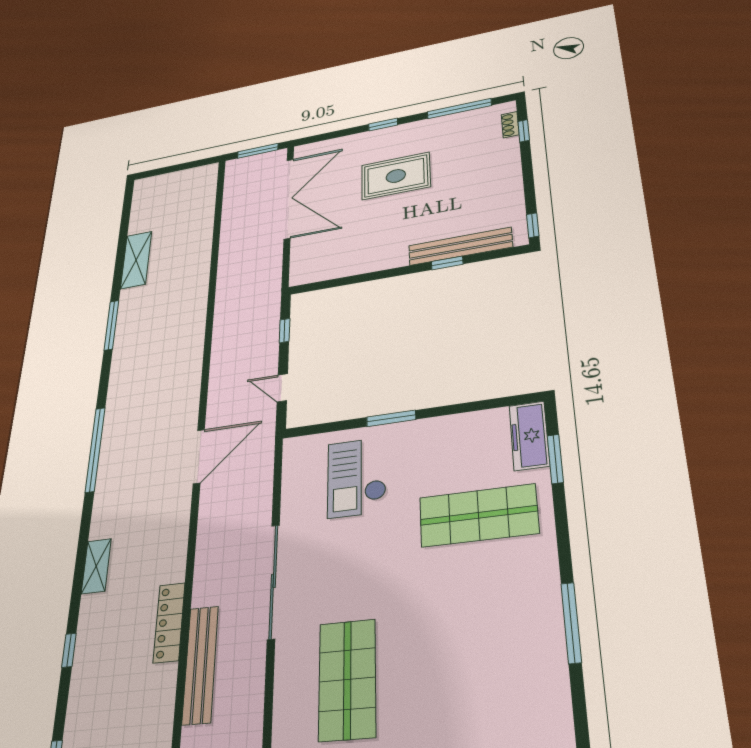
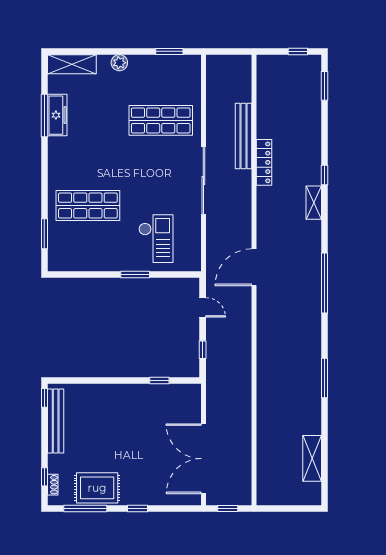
window: (258, 151) -> (228, 509), width x0.67
rug: (396, 176) -> (97, 488), moved
bench: (460, 246) -> (56, 421), moved, turned 90
shelving: (136, 260) -> (312, 458), moved
window: (447, 263) -> (159, 380), moved
freezer: (529, 436) -> (57, 115), moved
window: (571, 623) -> (44, 115), moved
window: (69, 650) -> (324, 175), moved
shop shelf: (347, 679) -> (161, 120), turned 90

